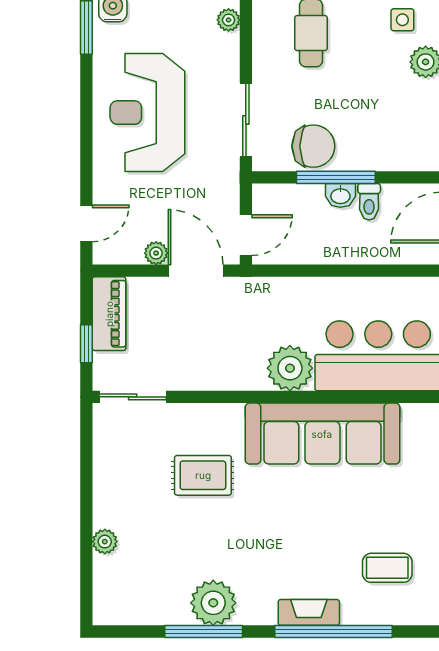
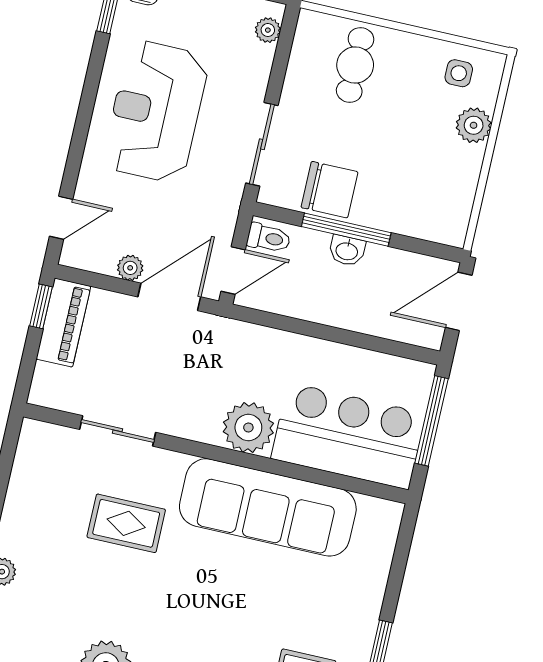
toilet: (369, 202) -> (269, 238), moved, turned -90
door: (196, 271) -> (169, 297), hinge flipped
window: (86, 344) -> (41, 306), moved
sliding door: (133, 397) -> (118, 431), moved

